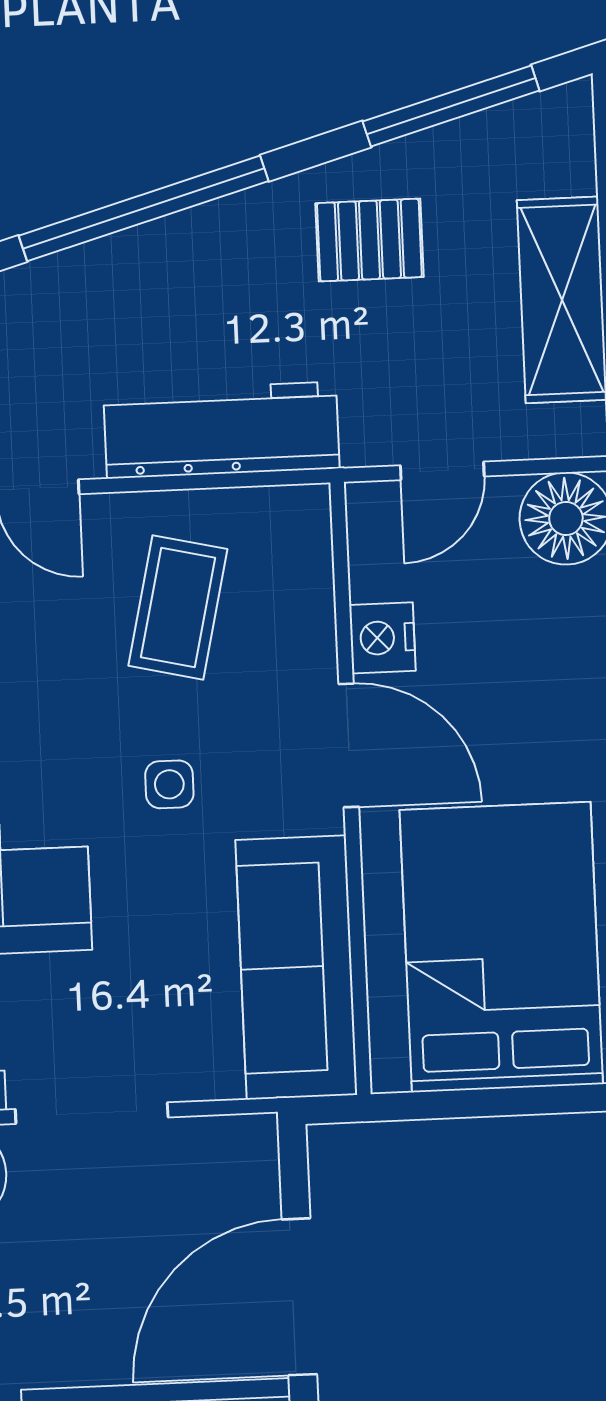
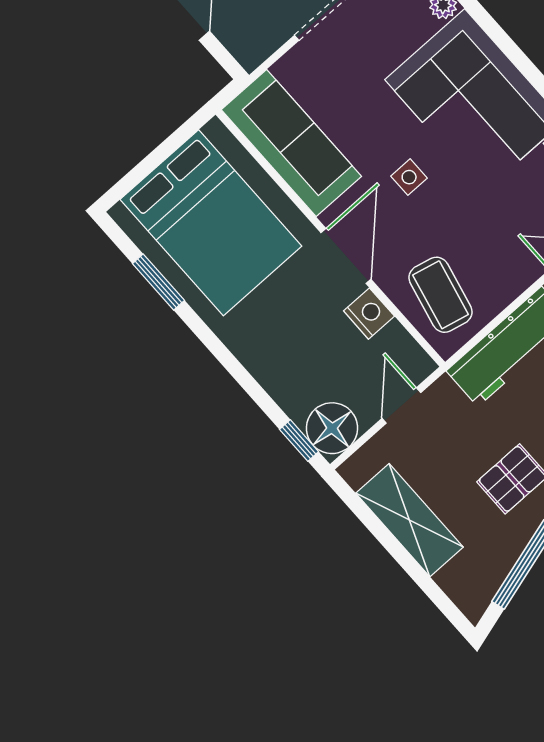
coffee table: (178, 607) -> (441, 295), moved
door: (349, 745) -> (346, 256), swing flipped

